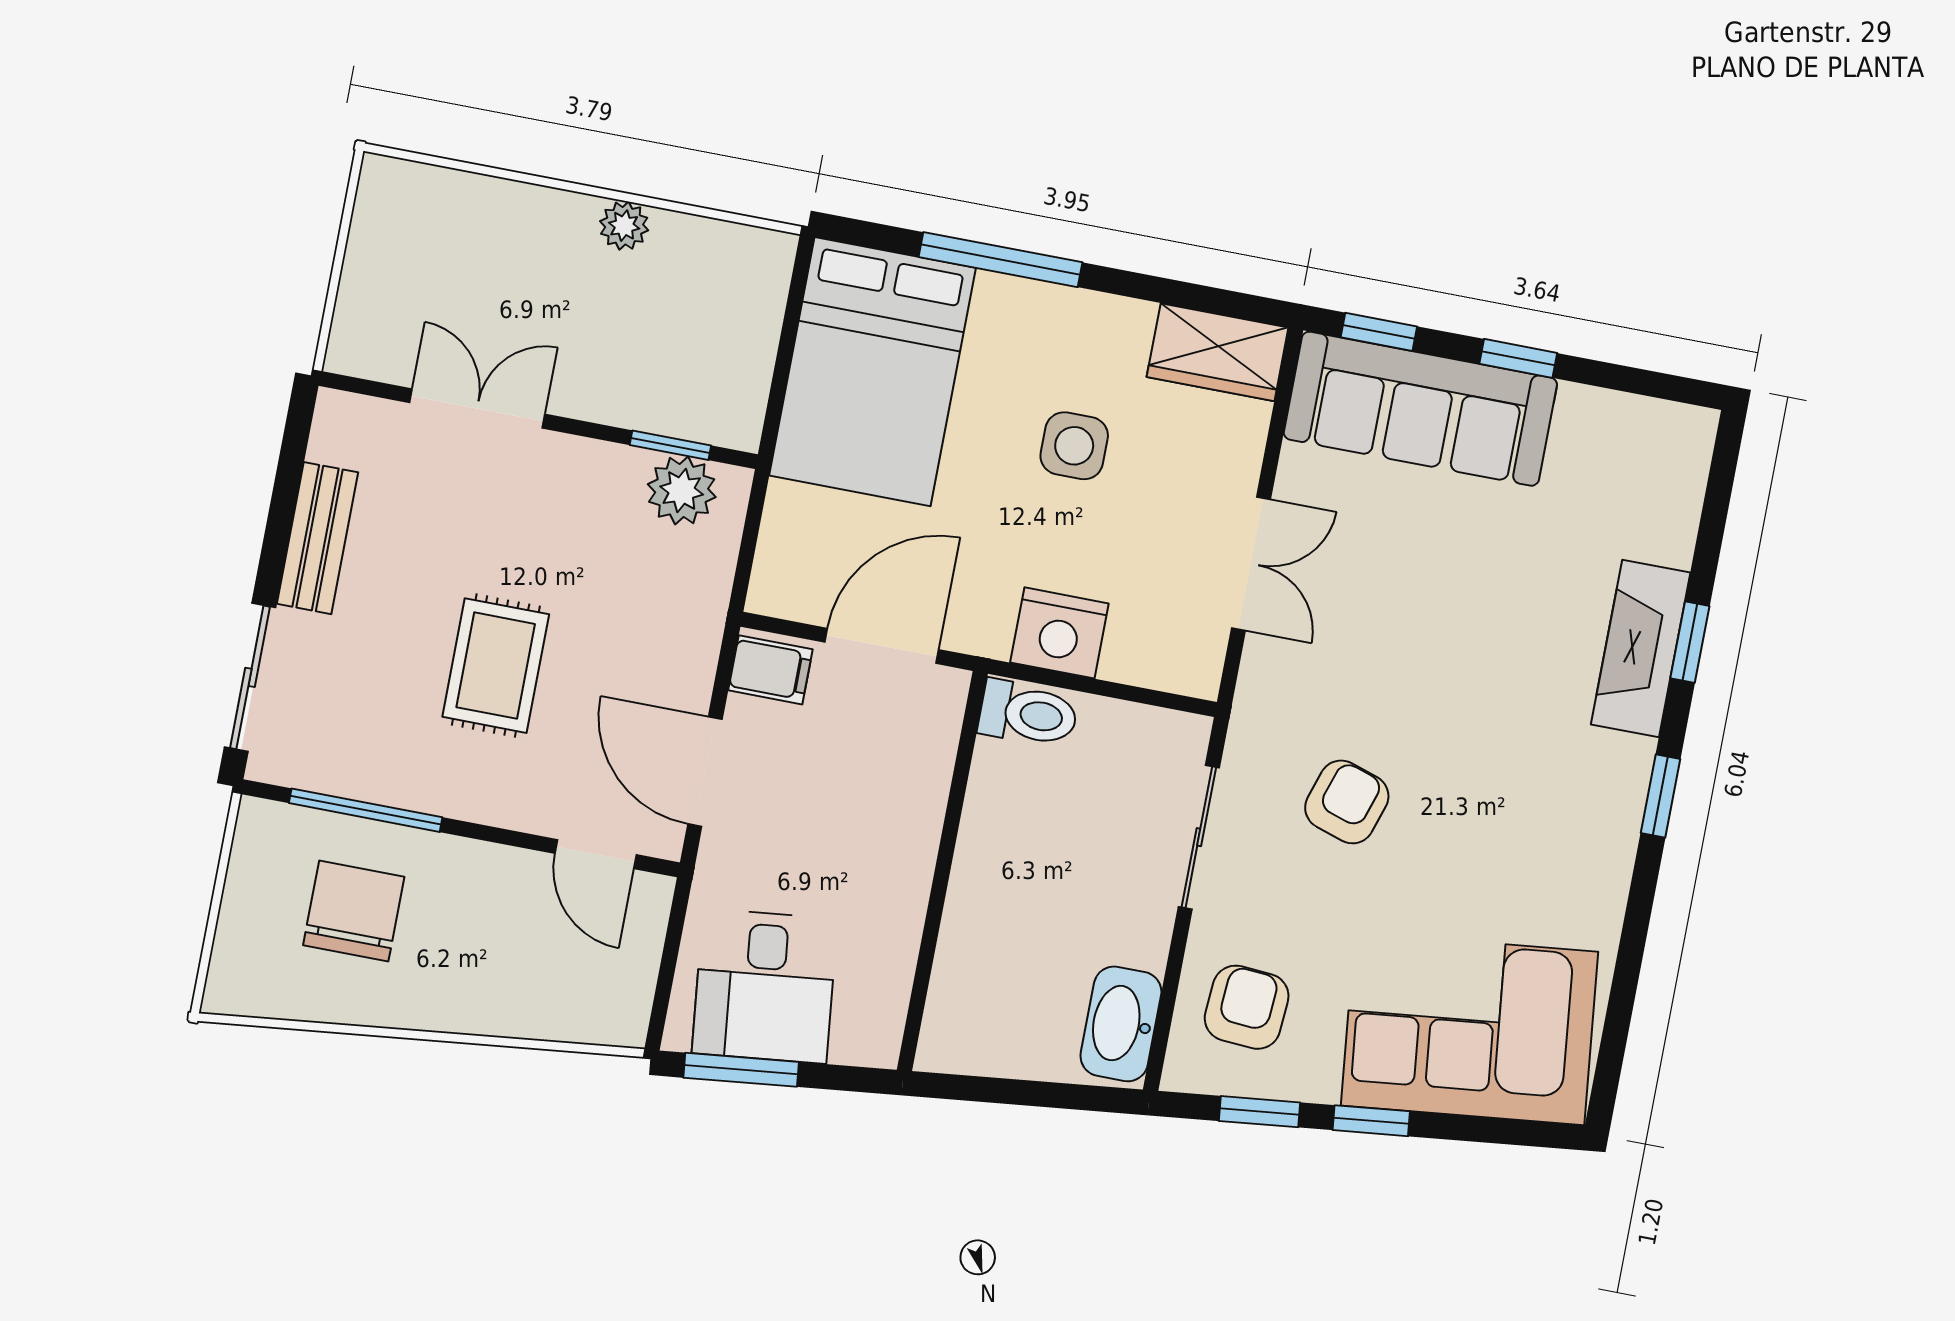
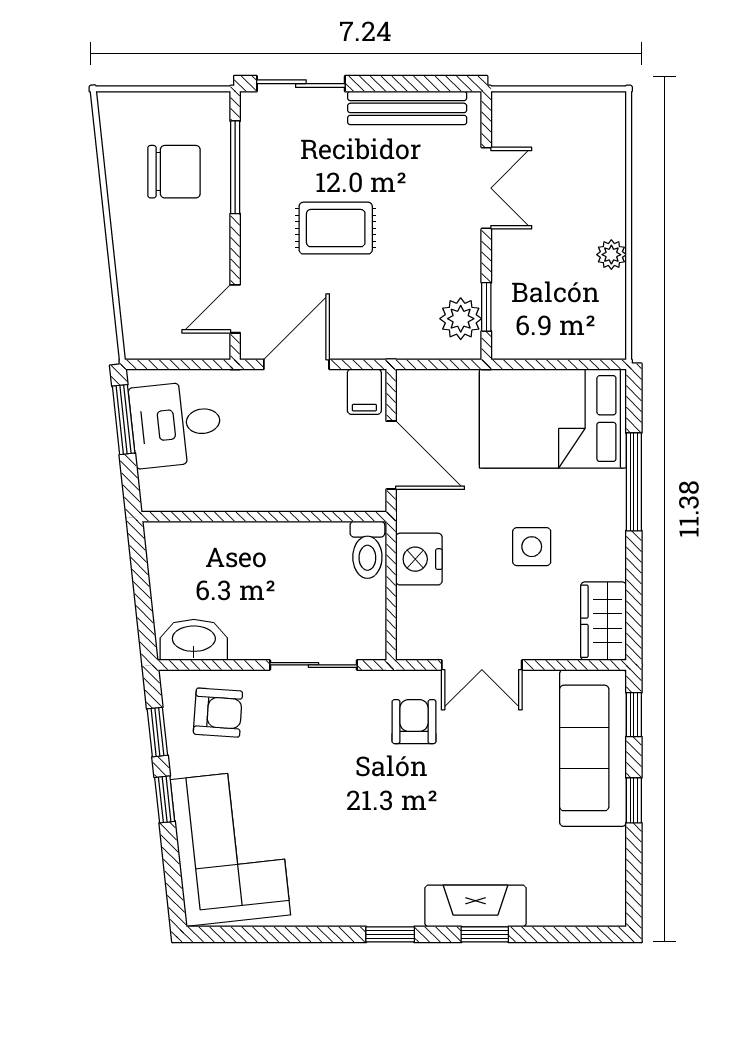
bench: (317, 538) -> (407, 108), width x1.36
armchair: (1347, 802) -> (414, 722), moved, turned -108

